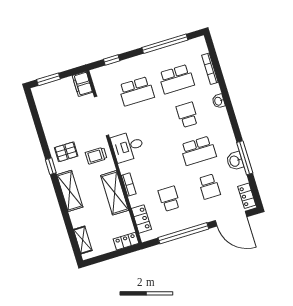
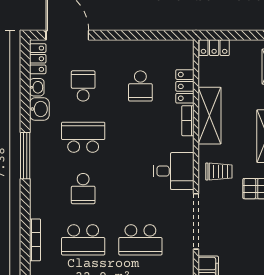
school desk: (176, 79) -> (83, 240), turned 180
school desk: (136, 91) -> (140, 240), turned 180
washbasin: (218, 101) -> (37, 87), moved
window: (245, 158) -> (25, 156), moved
locker: (141, 219) -> (185, 86), moved
window: (183, 233) -> (136, 35), removed

